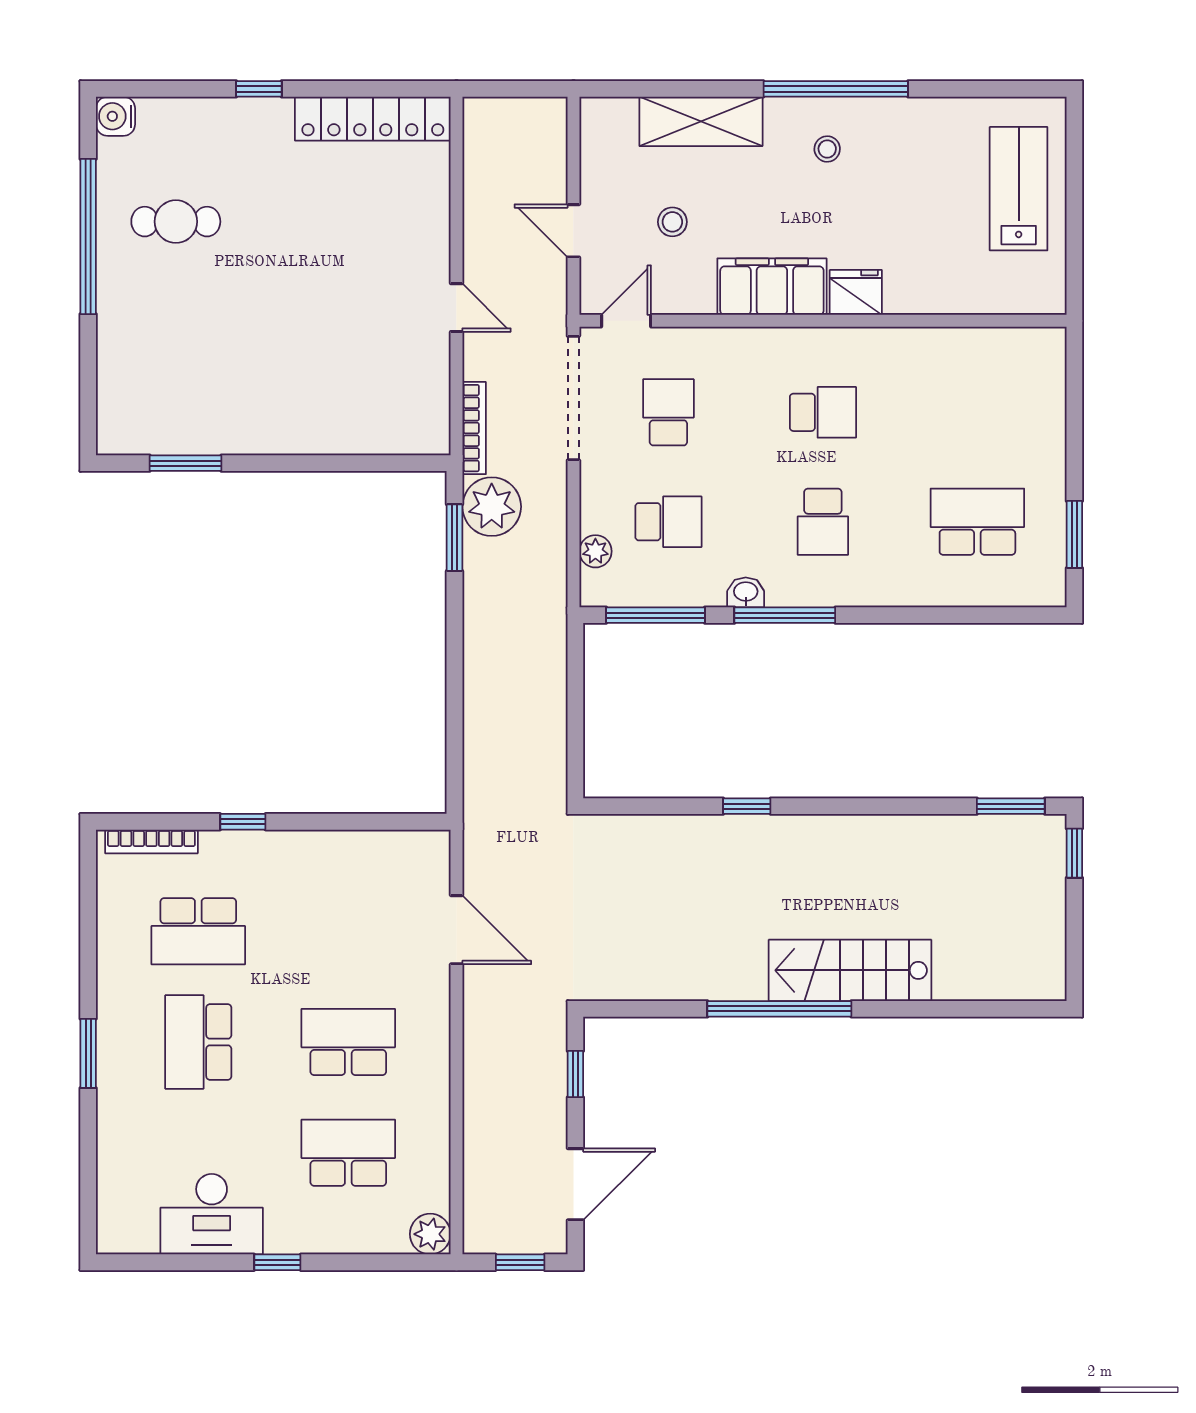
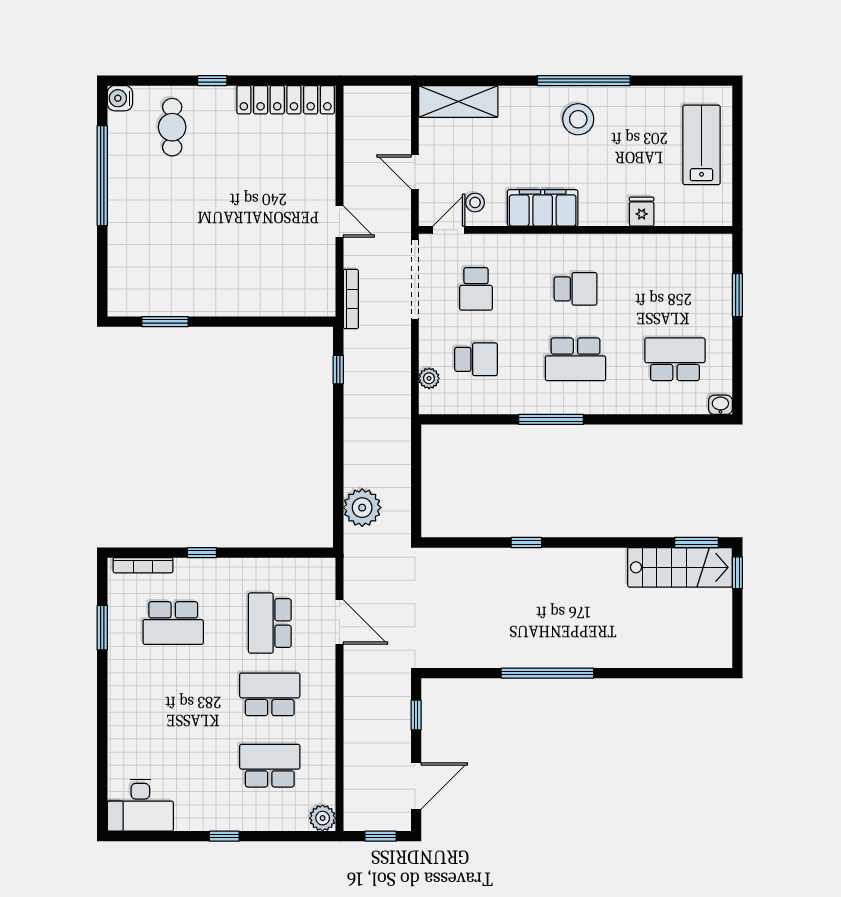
shelving: (701, 121) -> (458, 101), moved
stool: (827, 149) -> (578, 119), width x1.89, depth x1.89
cafe table: (176, 222) -> (172, 127), moved, turned 90
stool: (672, 222) -> (475, 202), moved
fridge: (856, 292) -> (642, 212), moved, width x0.72
school desk: (668, 412) -> (476, 289), turned 180
plant: (492, 507) -> (362, 508), moved
school desk: (823, 522) -> (575, 359), width x1.85
window: (1074, 534) -> (737, 295), moved
window: (455, 538) -> (338, 370), width x0.67
washbasin: (746, 592) -> (720, 405), moved
window: (655, 615) -> (468, 419), removed
stairs: (850, 970) -> (680, 567), moved, turned 180
school desk: (198, 1042) -> (270, 623), moved
window: (88, 1053) -> (102, 628), moved
desk: (212, 1214) -> (140, 805), moved

